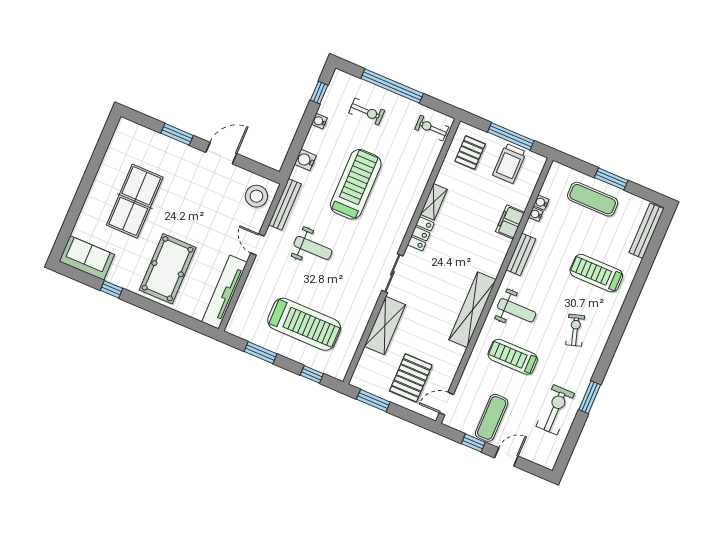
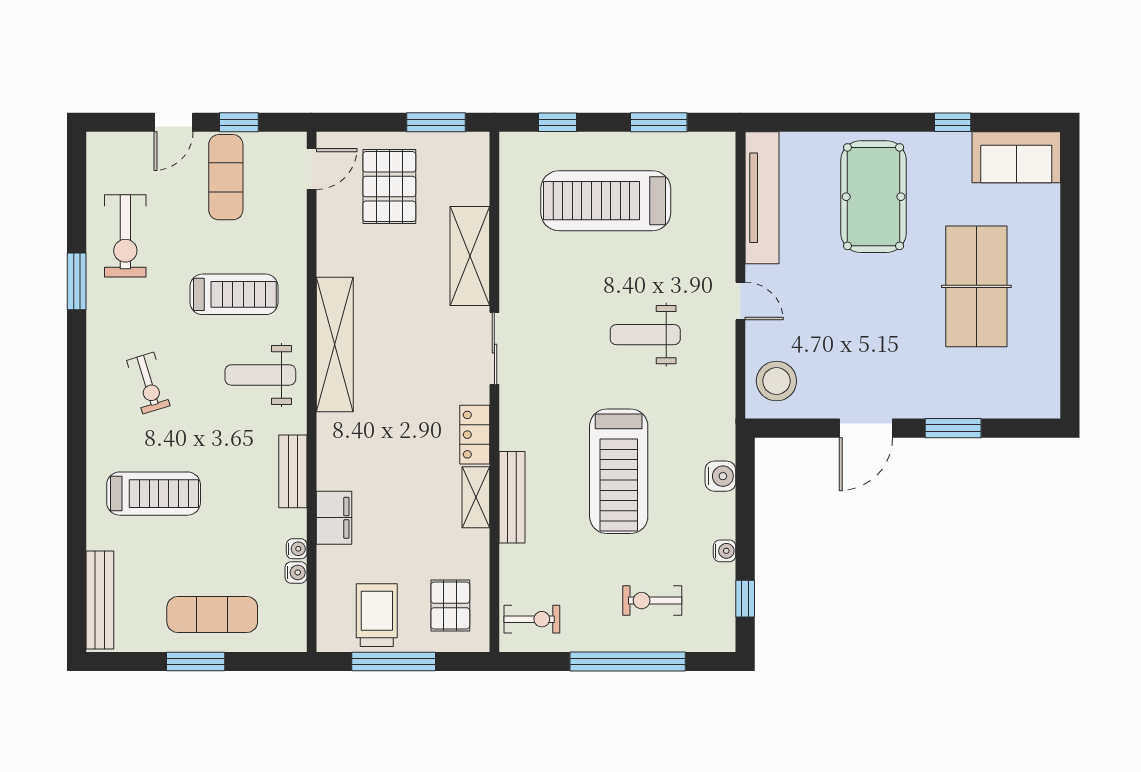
bench: (285, 204) -> (512, 497), moved

